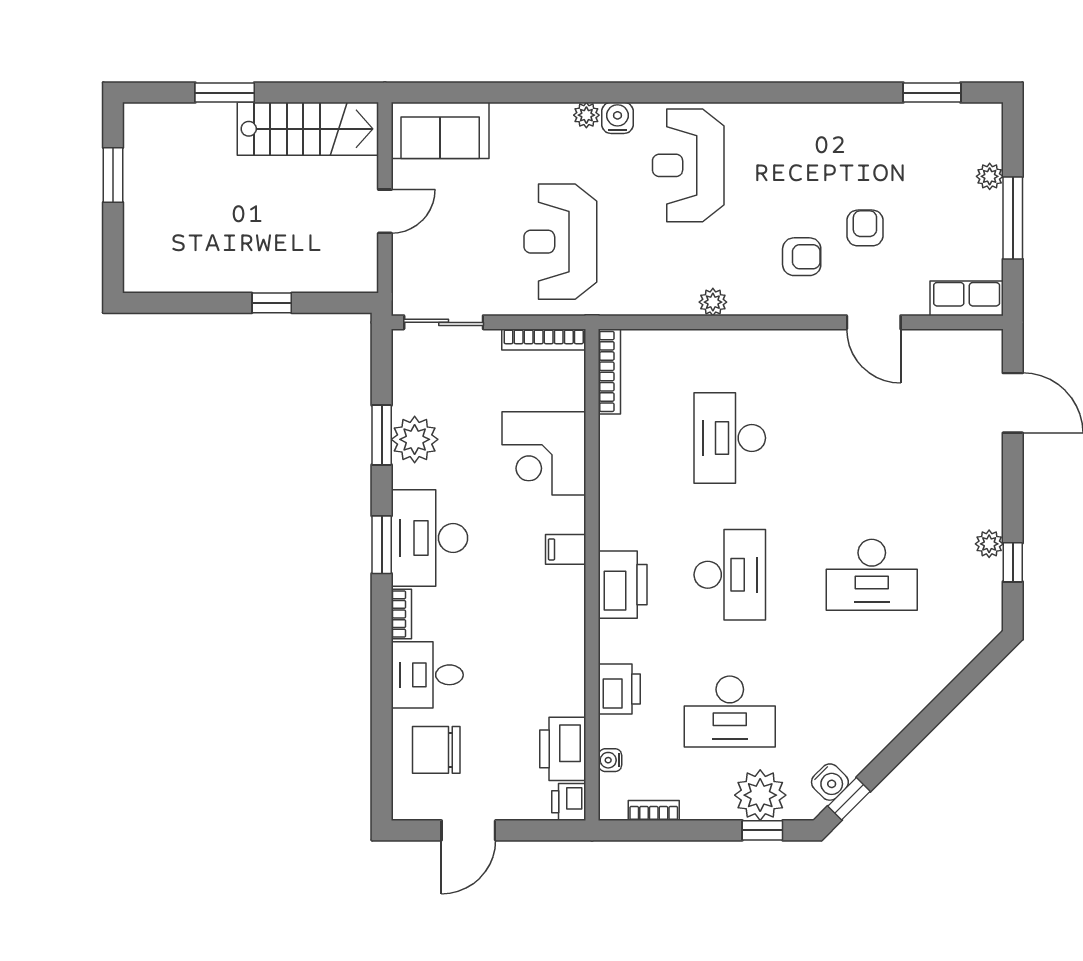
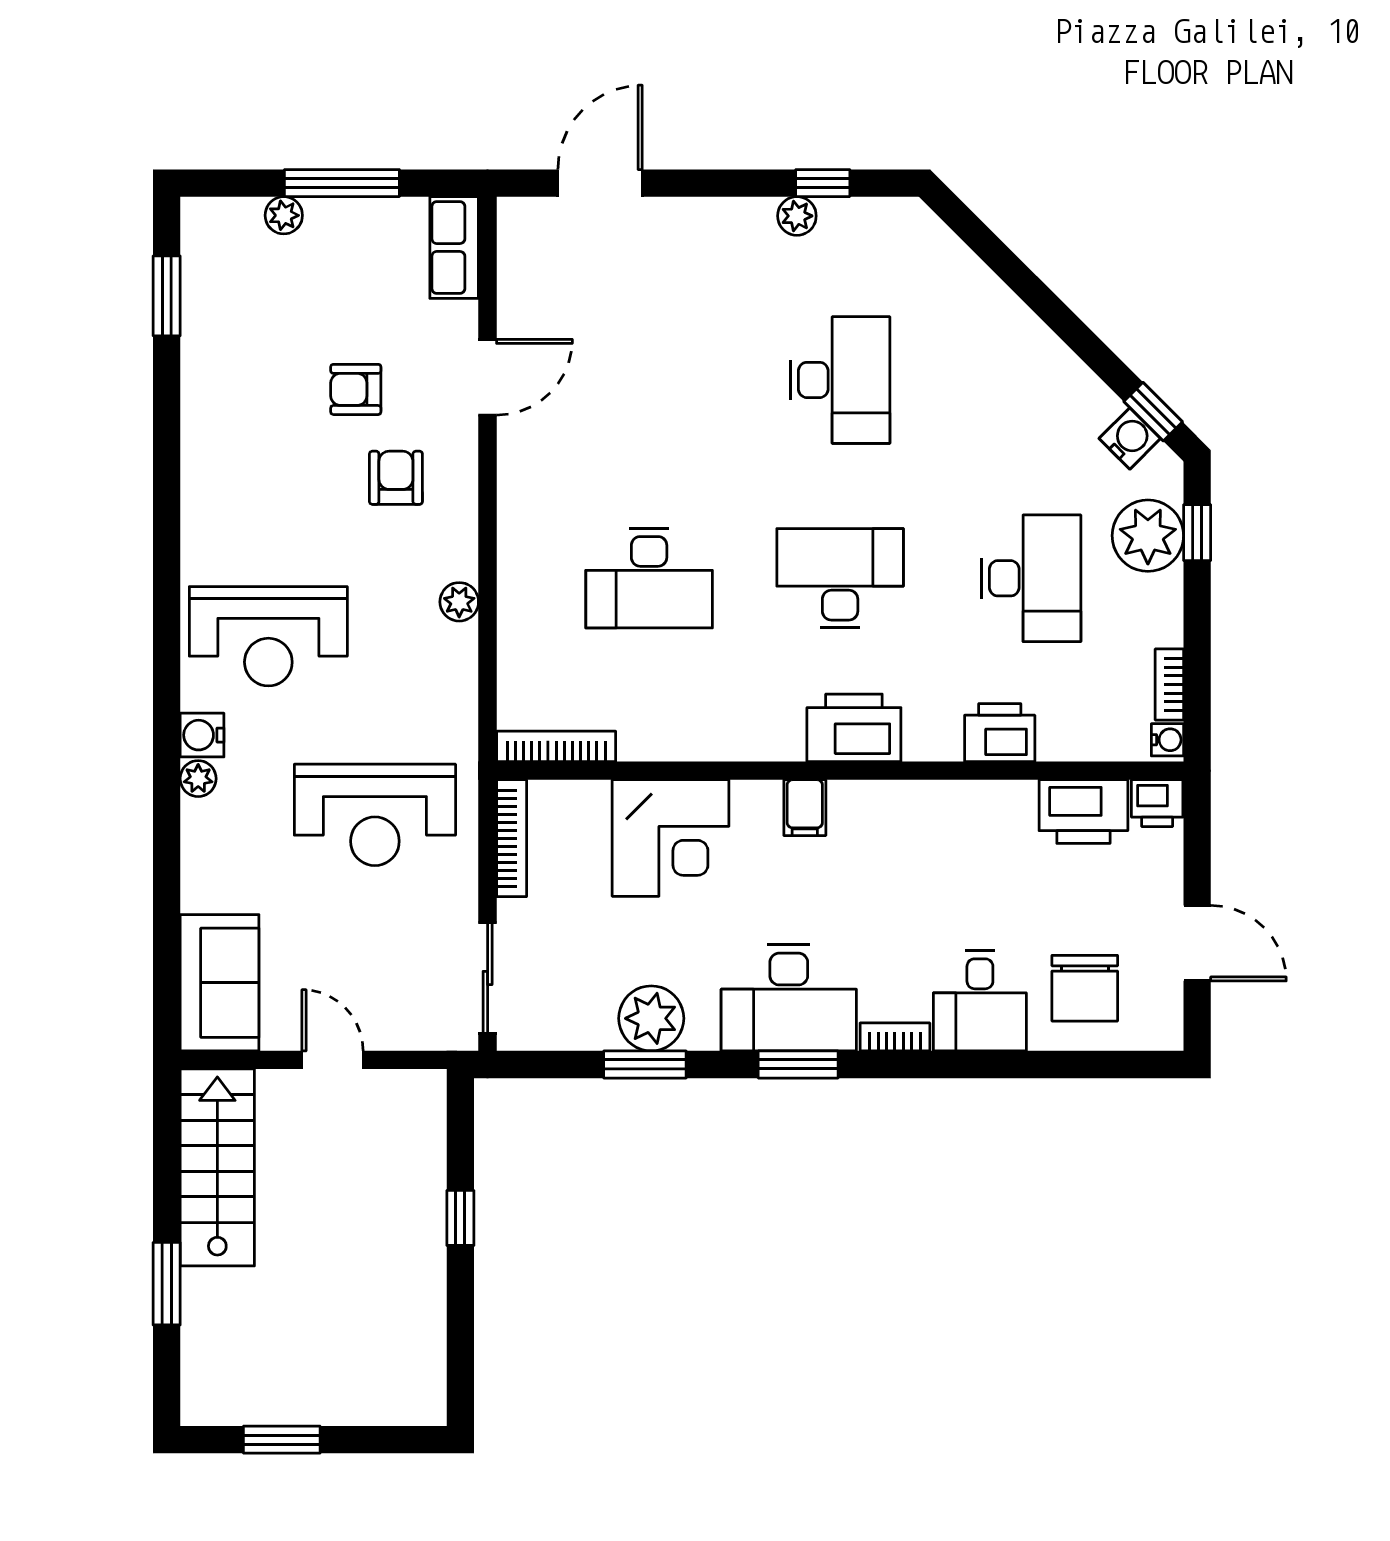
water cooler: (610, 760) -> (1167, 740), moved, turned -90

